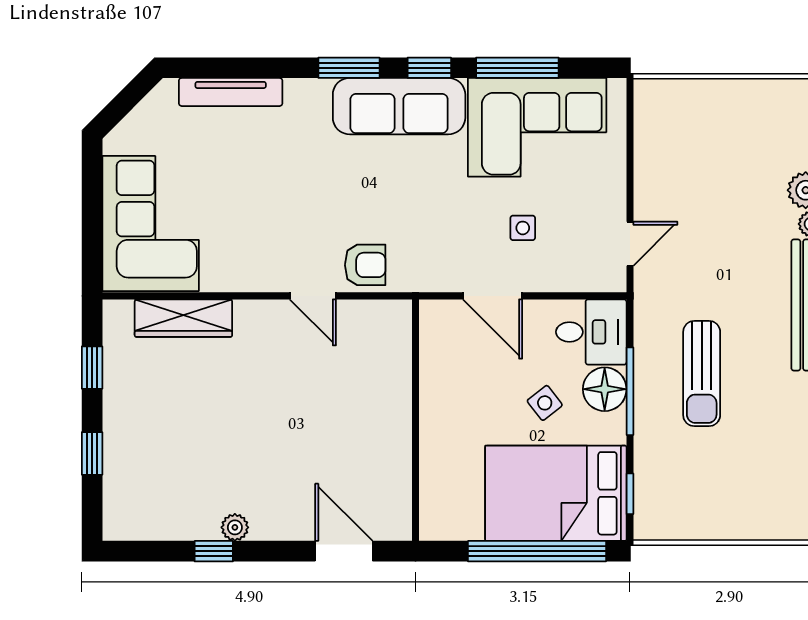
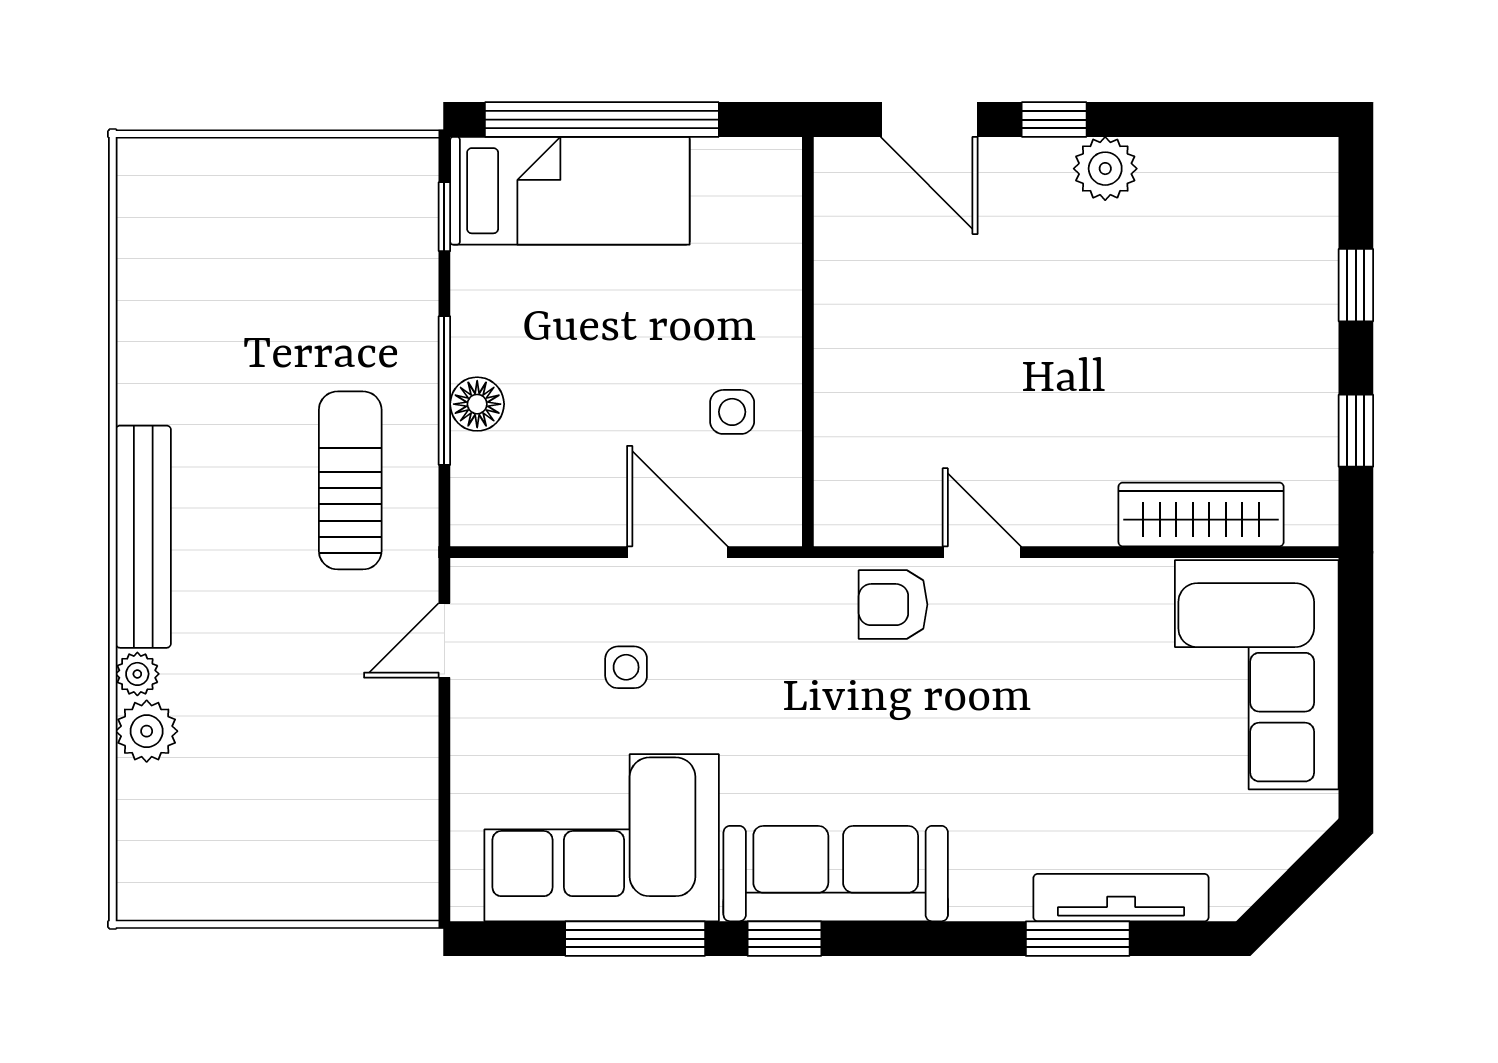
window: (349, 68) -> (1078, 939), moved
desk: (591, 332) -> (510, 491), removed
sun lounger: (702, 374) -> (350, 480), moved
floor lamp: (605, 389) -> (477, 404), width x0.73, depth x0.73
side table: (545, 403) -> (732, 412), moved, turned 38
bed: (556, 493) -> (570, 191), width x0.67
plant: (235, 527) -> (1105, 169), width x1.38, depth x1.38
window: (214, 551) -> (1054, 120), moved

